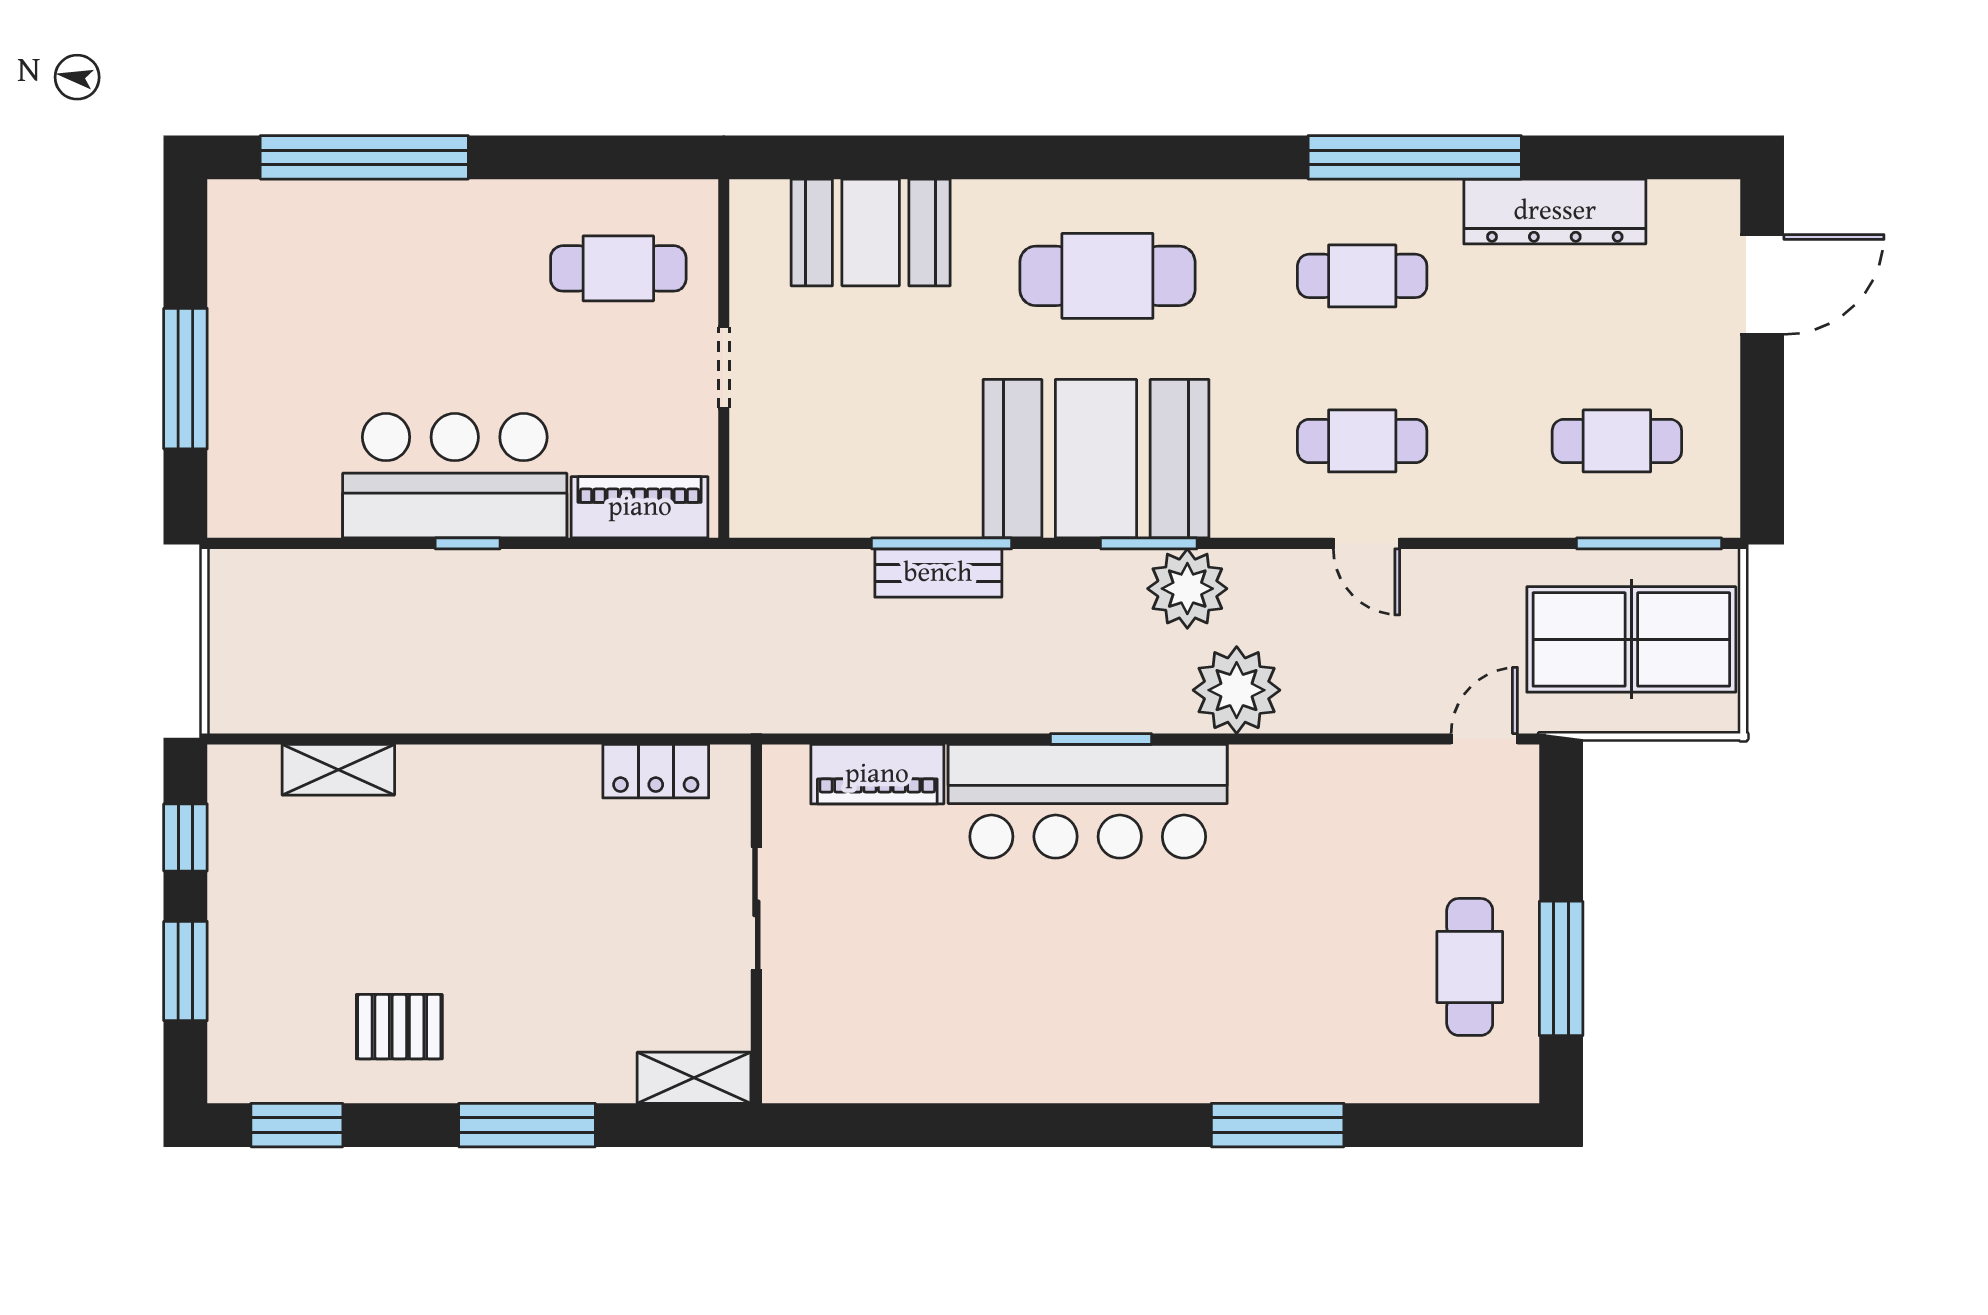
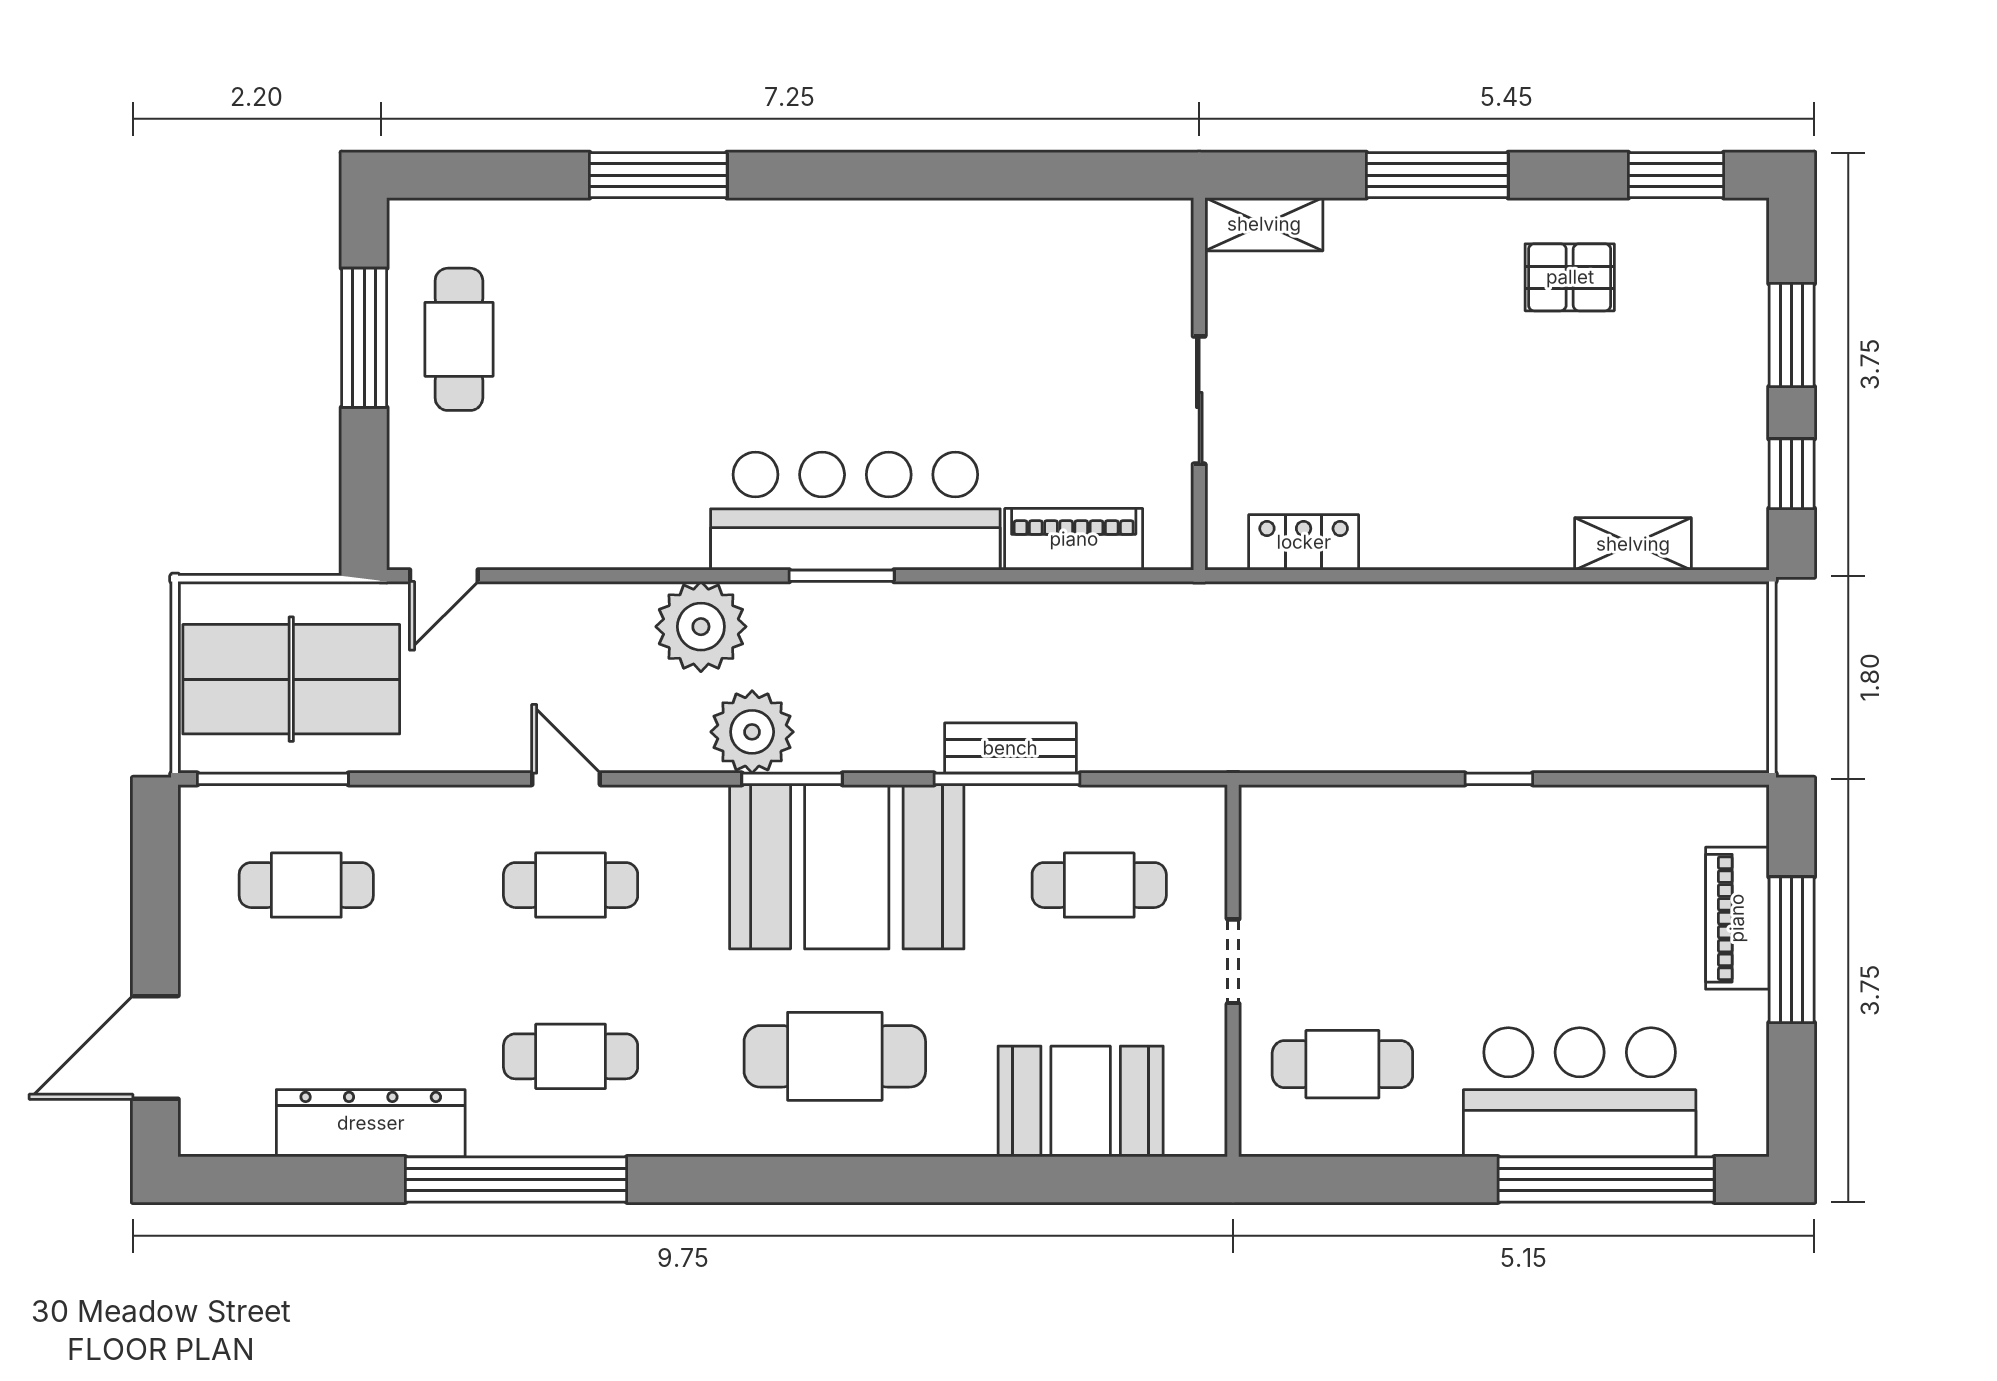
cafe table: (853, 441) -> (1099, 885), added
bar counter: (455, 476) -> (1580, 1092), moved, turned 180
piano: (640, 507) -> (1737, 918), moved, turned 90

